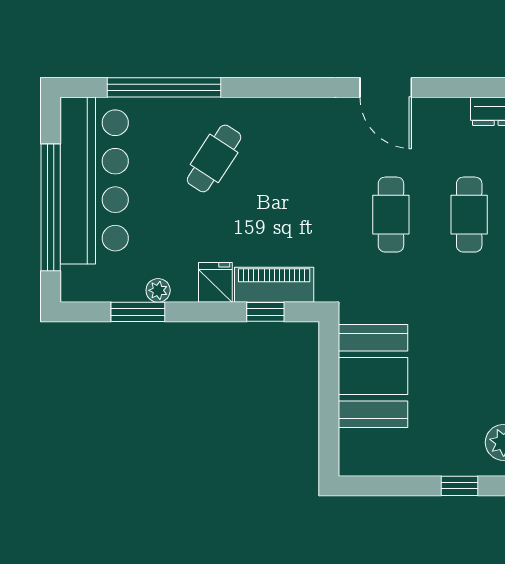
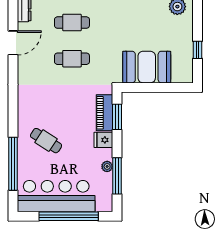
door: (386, 87) -> (13, 43), moved
window: (138, 312) -> (117, 176), width x1.44
window: (265, 312) -> (117, 117), width x1.50
window: (459, 486) -> (197, 50), moved

